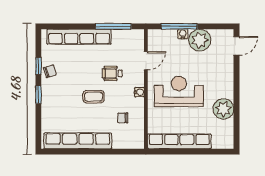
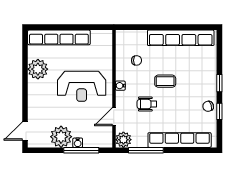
plant: (136, 37) -> (123, 140), added
wheelchair: (112, 73) -> (147, 104), turned 180
row of seats: (179, 141) -> (59, 37), moved

